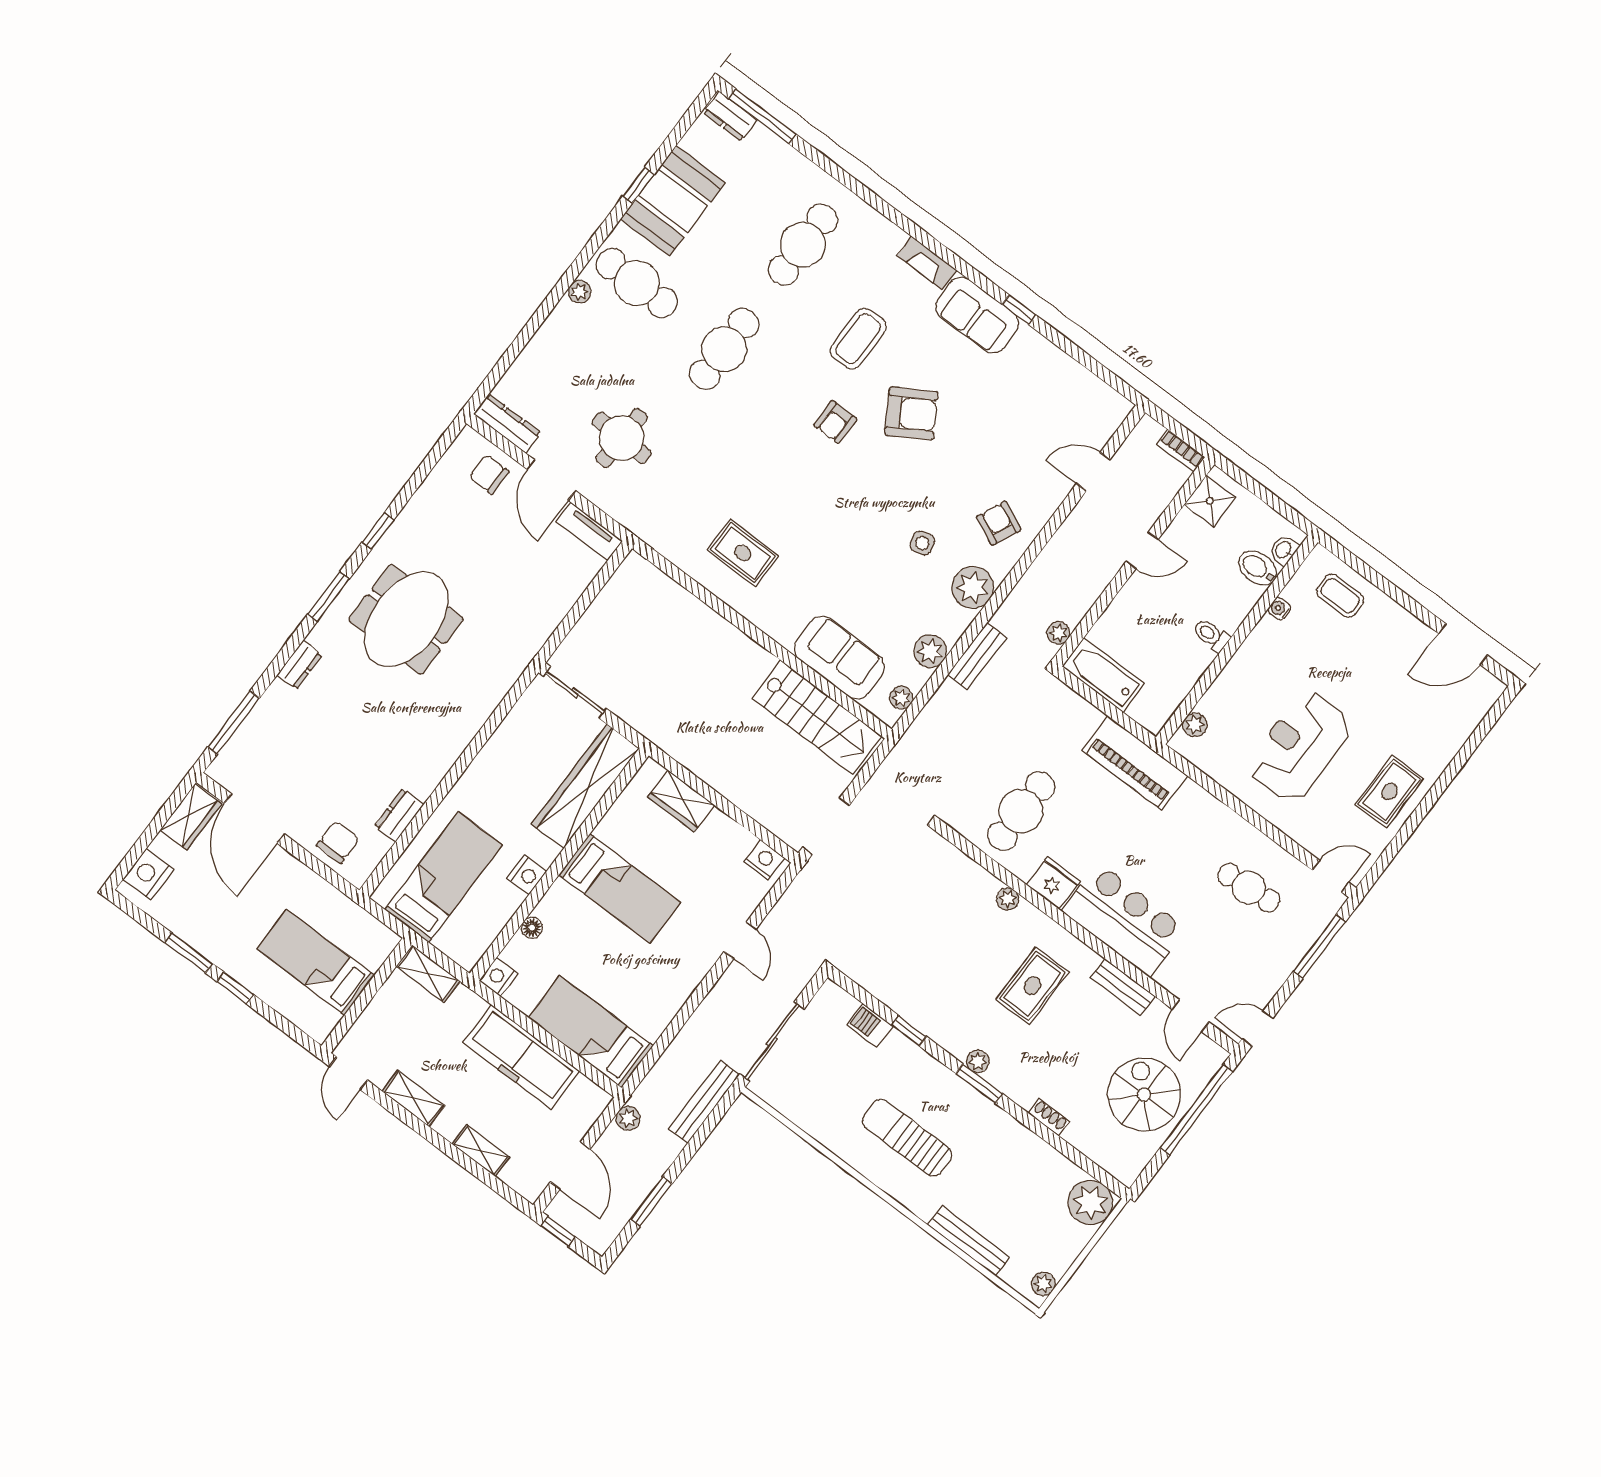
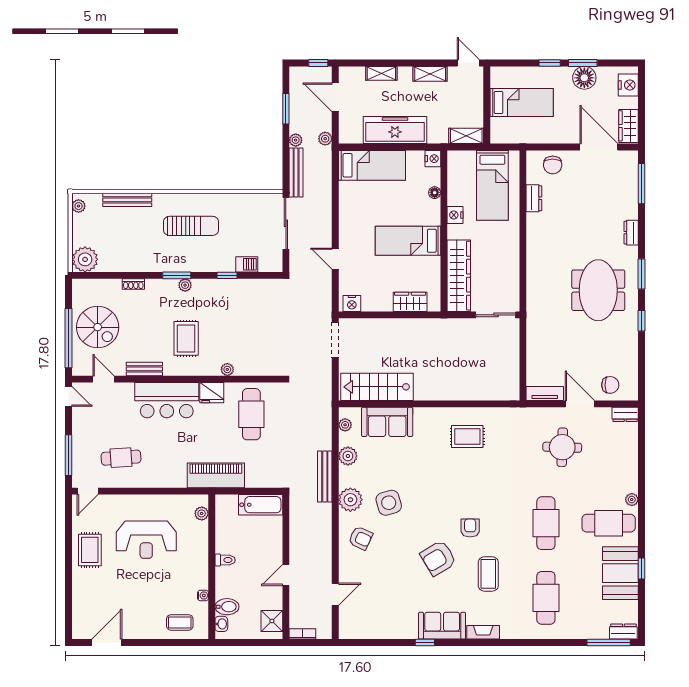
dresser: (507, 423) -> (625, 414), width x0.70
side table: (922, 543) -> (389, 503), width x1.87, depth x1.87
plant: (1059, 633) -> (296, 140), moved
bench: (977, 656) -> (325, 477), width x1.36
reception desk: (1300, 747) -> (146, 540), turned 90
floor lamp: (202, 931) -> (584, 78), added
door: (1258, 1028) -> (69, 396), hinge flipped

